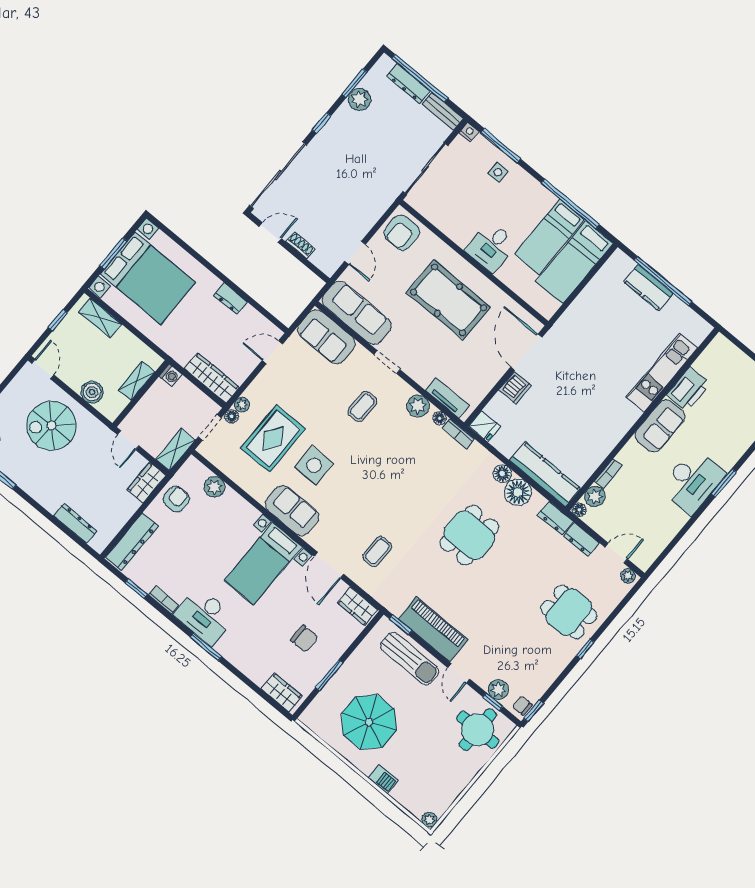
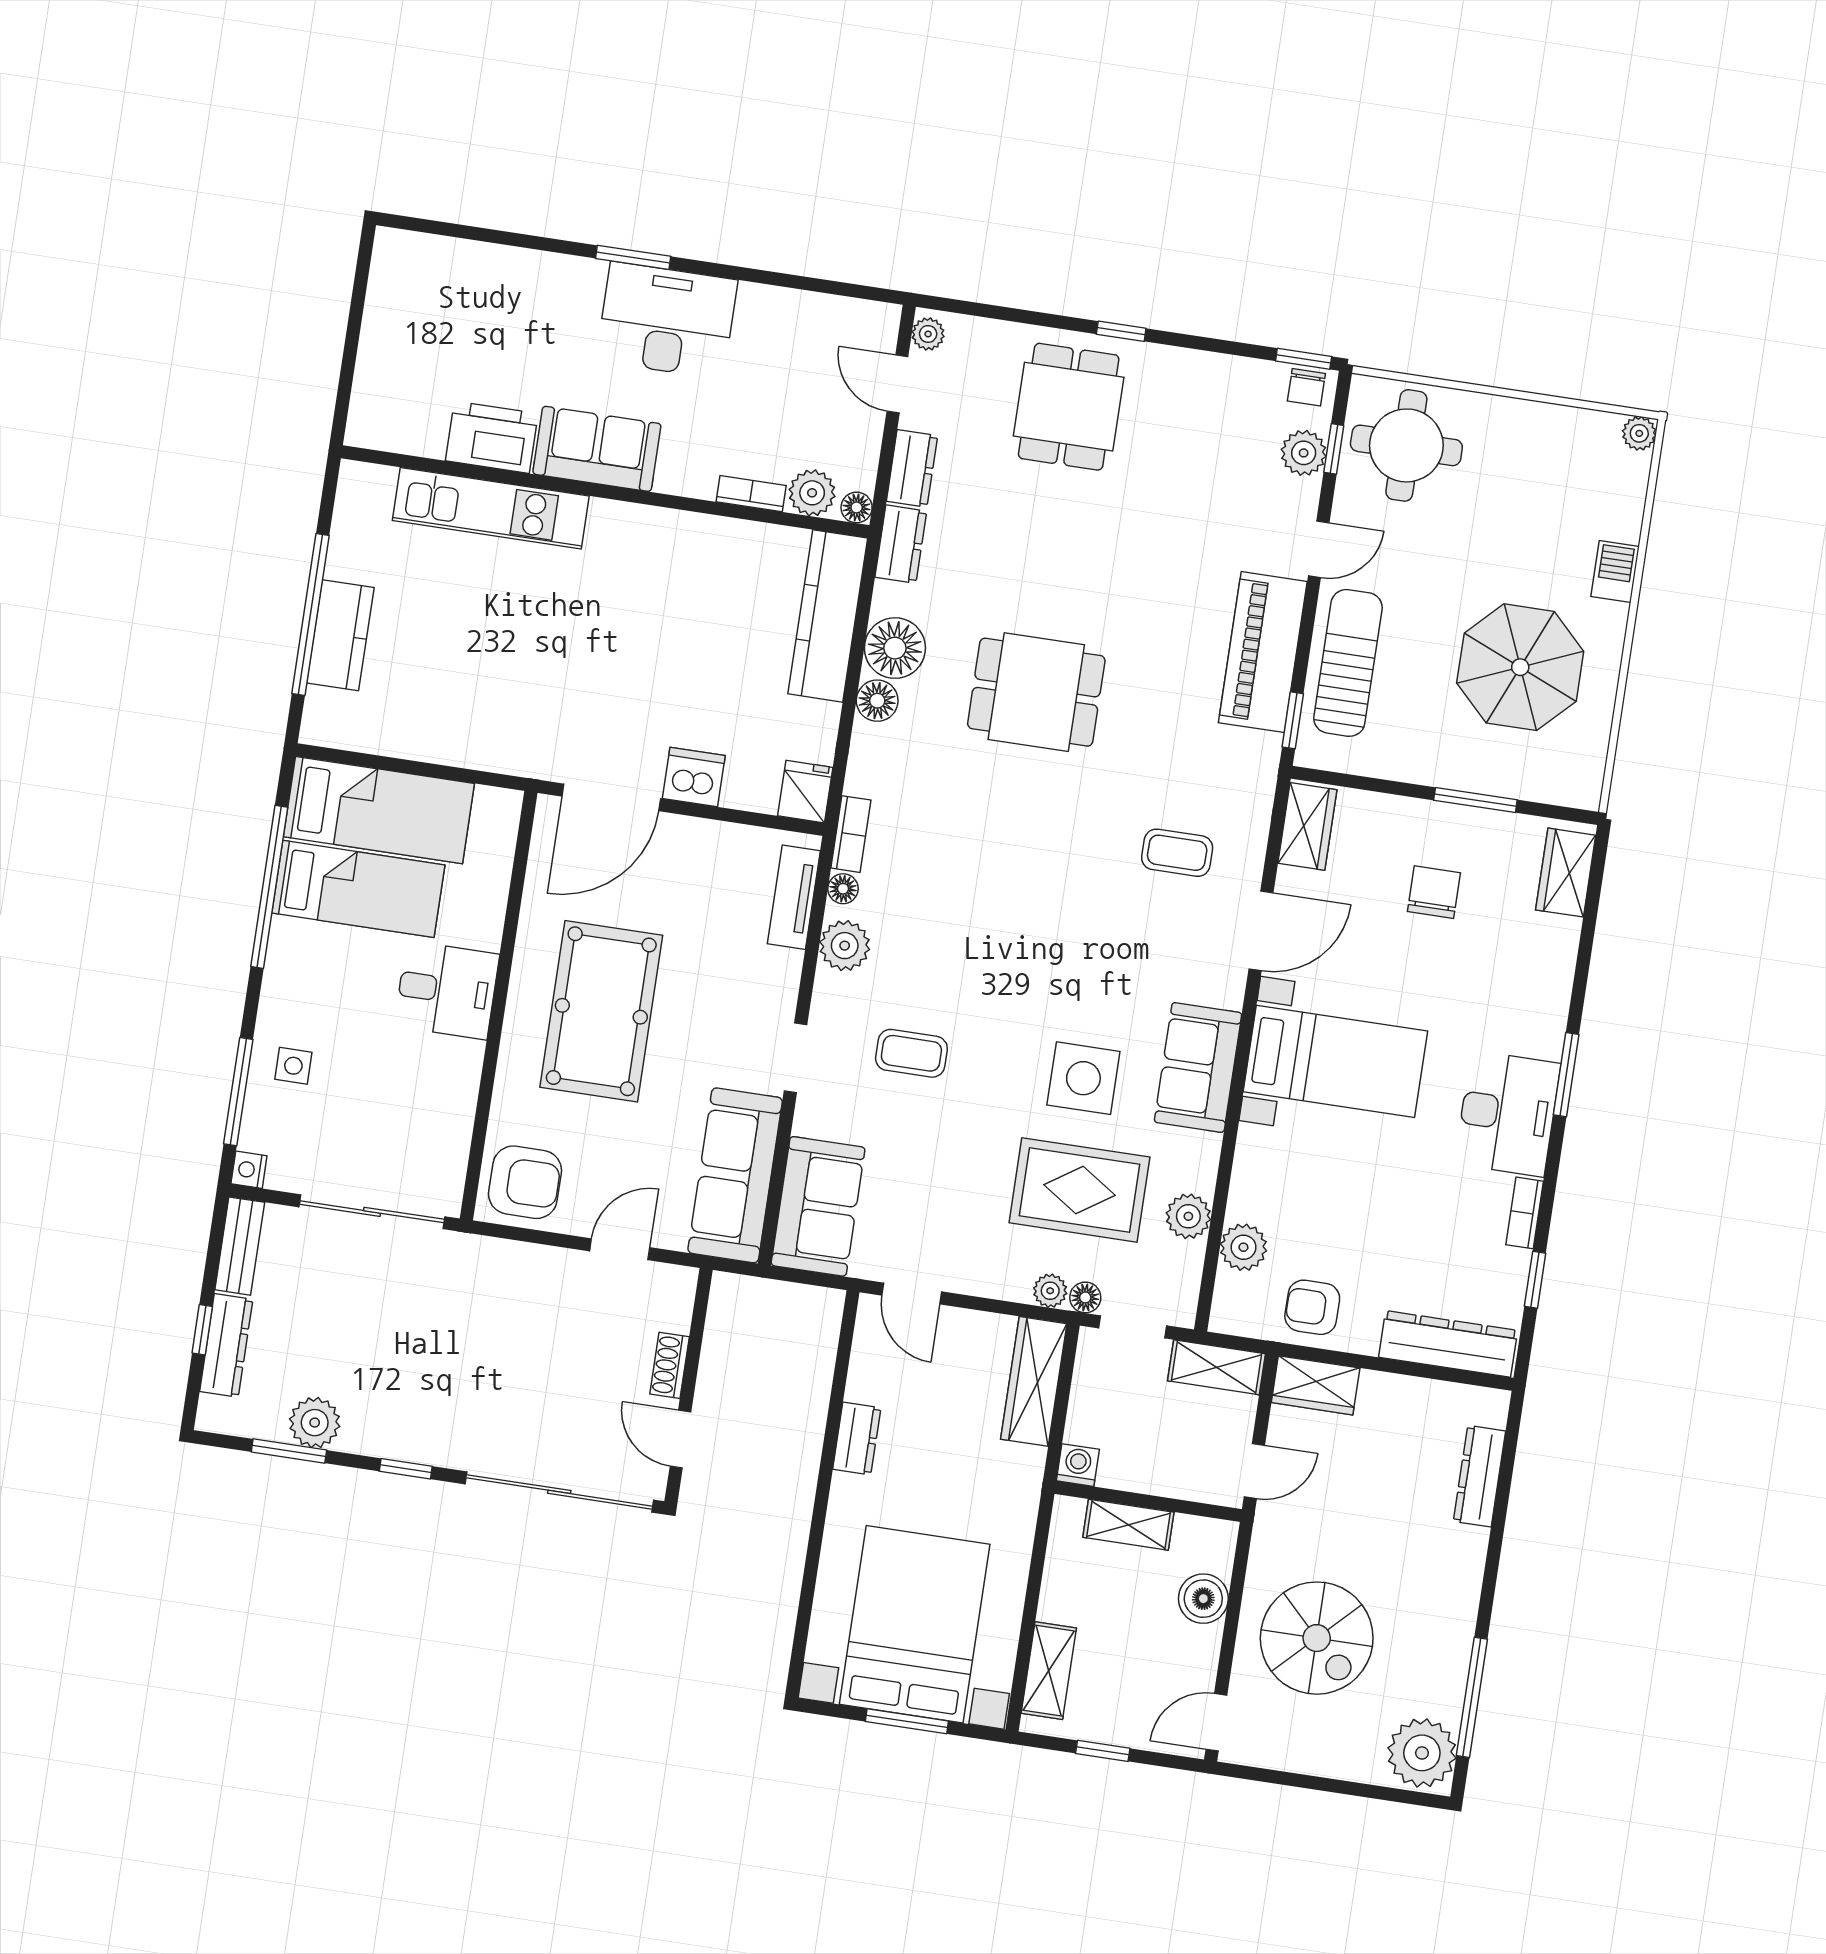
window: (420, 78) -> (202, 1330), width x0.32
plant: (239, 473) -> (1188, 1216), added

